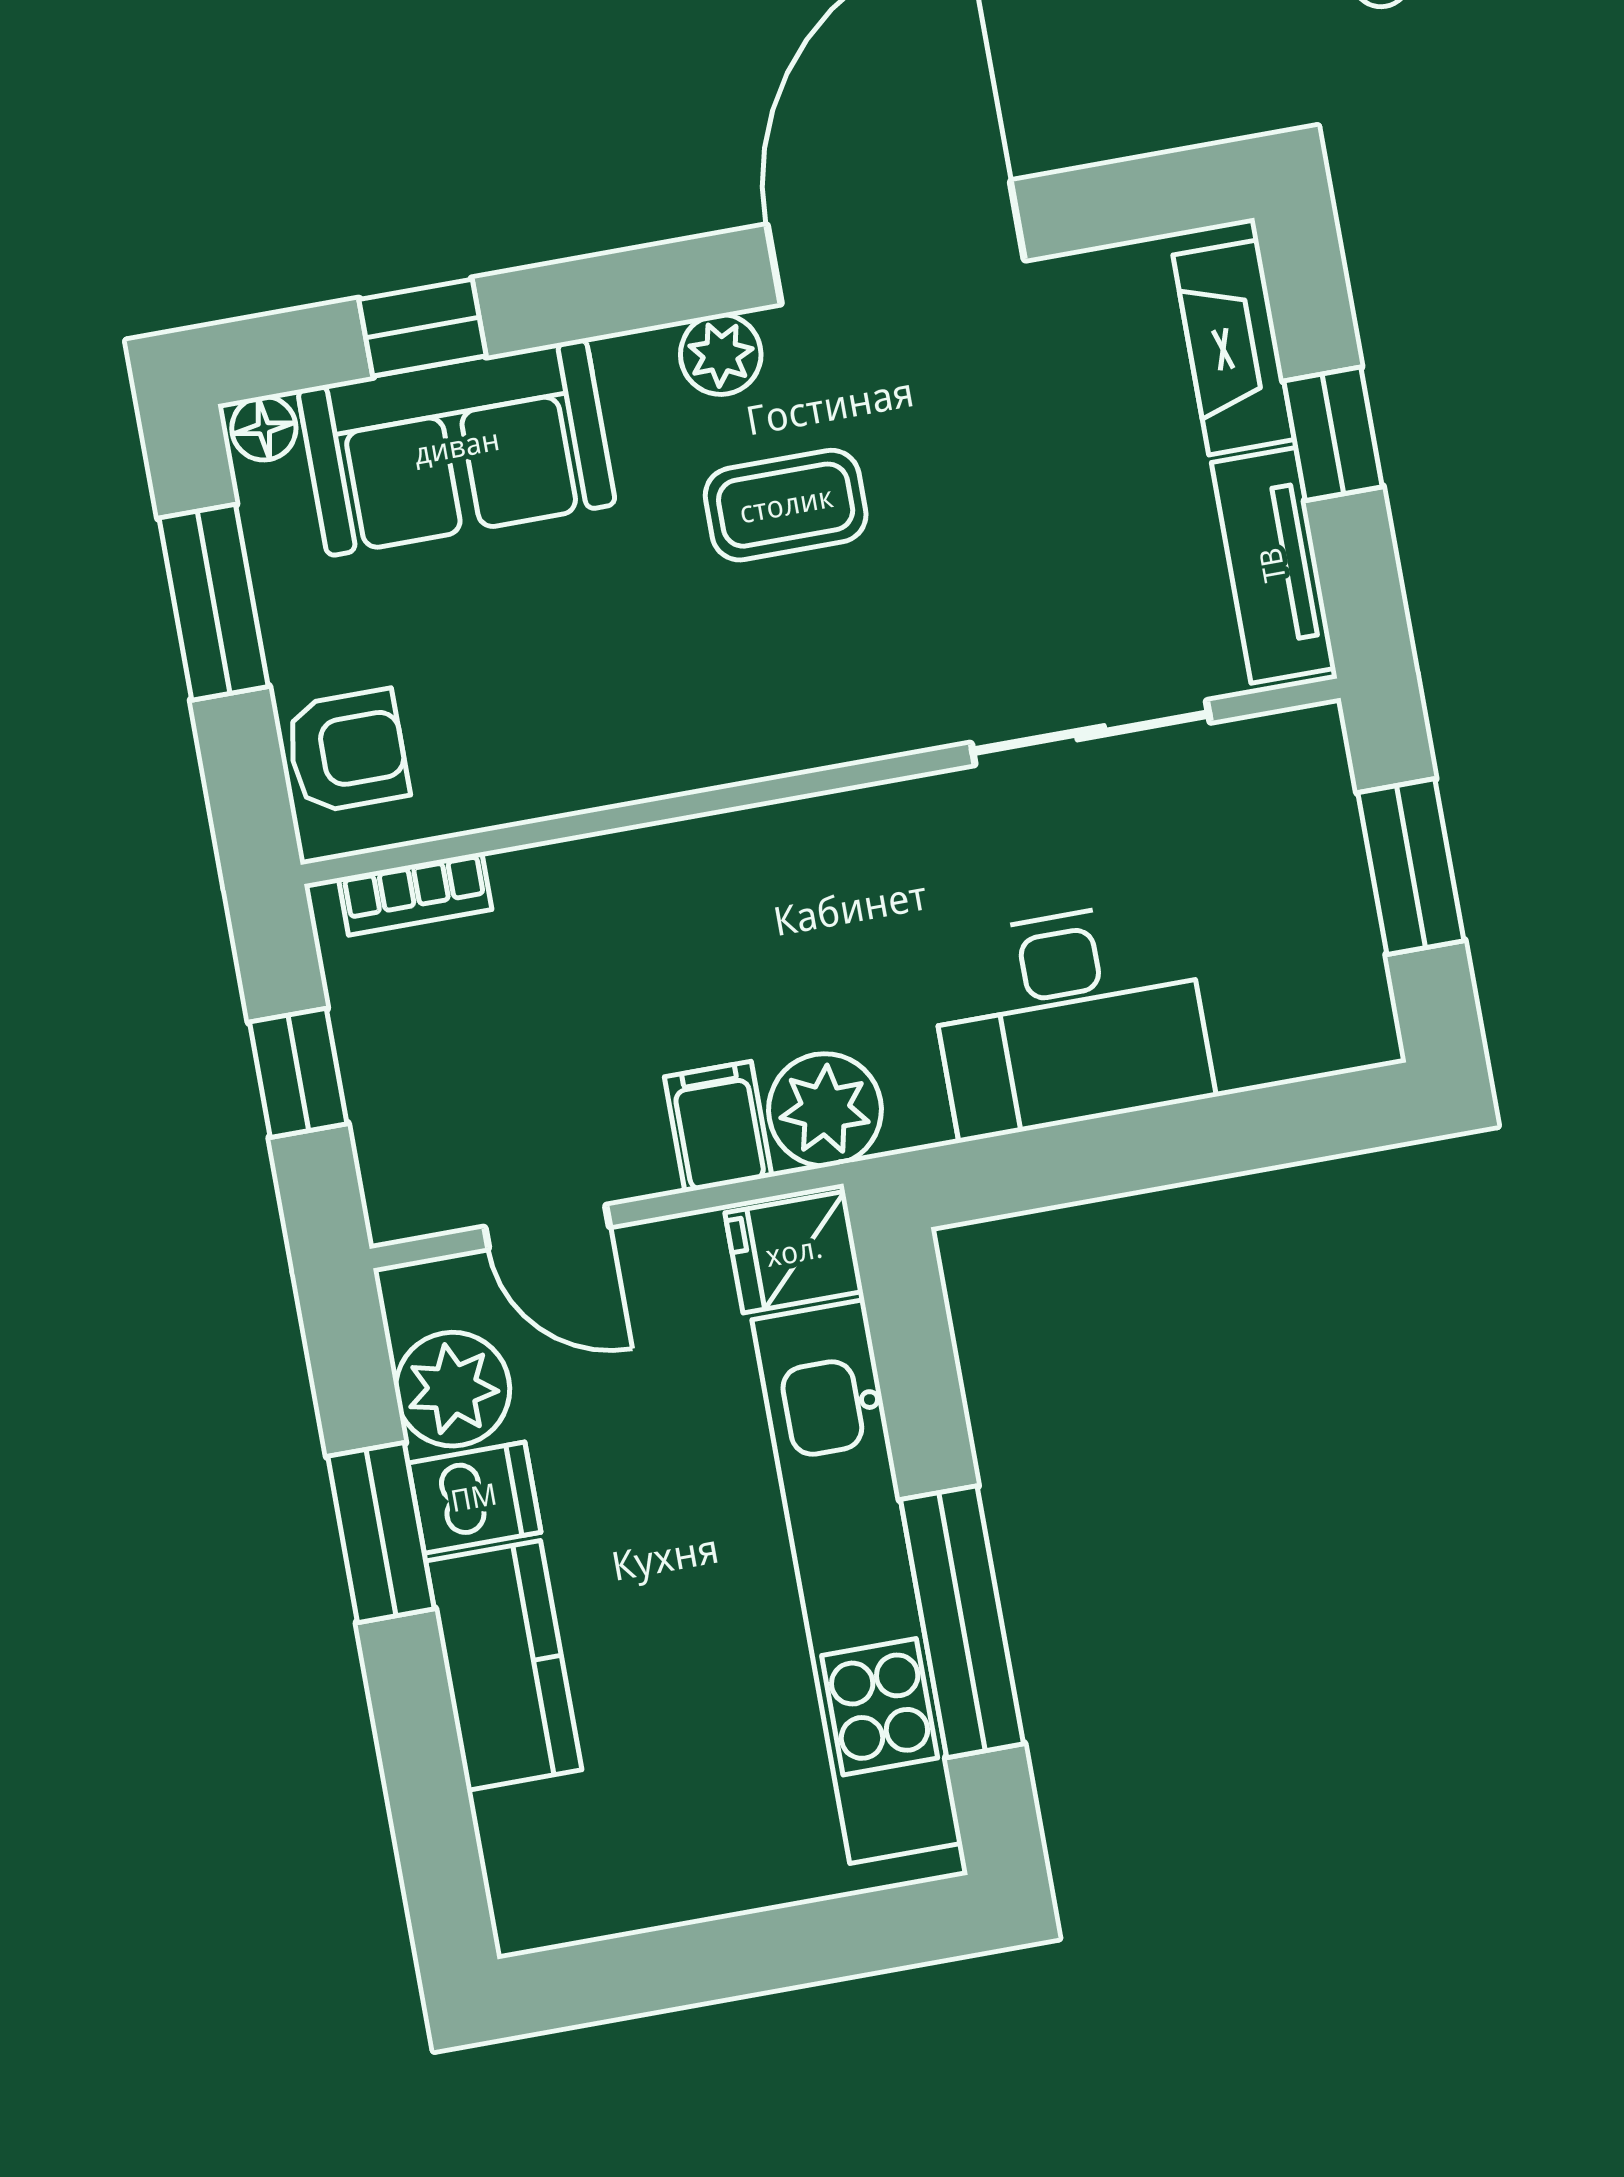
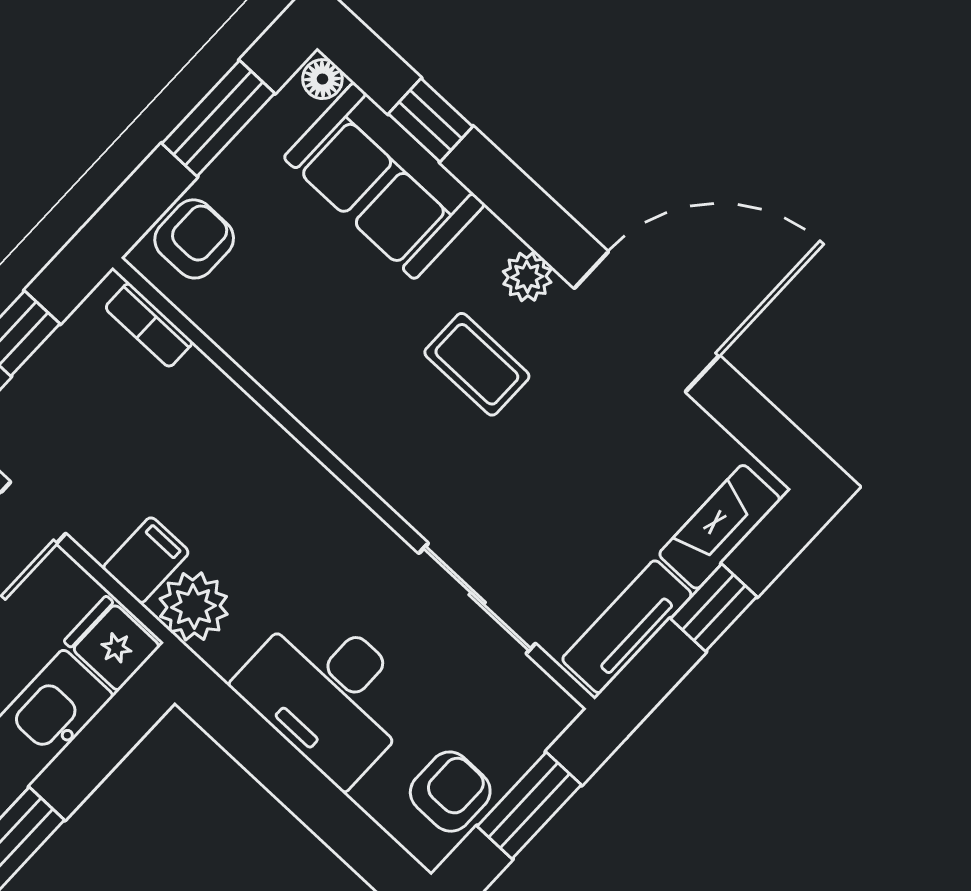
armchair: (347, 751) -> (194, 239), turned -90
armchair: (1316, 956) -> (450, 792), added

